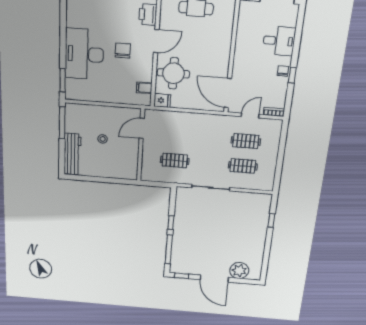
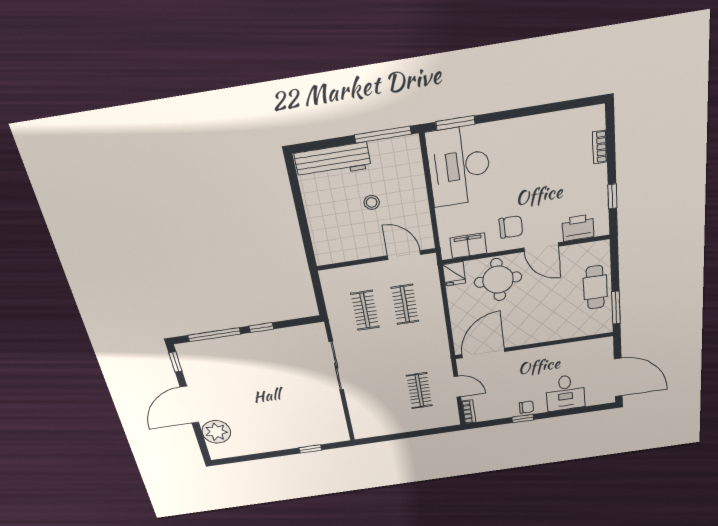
chair: (123, 51) -> (511, 227), moved
desk: (84, 54) -> (459, 166), moved, turned -90
filing cabinet: (144, 88) -> (468, 246), width x2.00
clothes rail: (243, 166) -> (405, 304), moved

